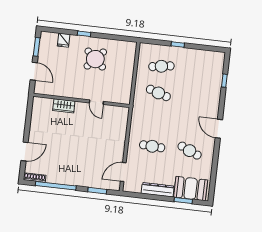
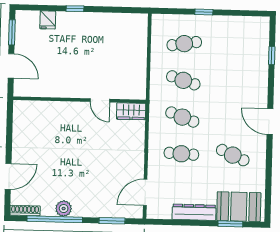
round table: (95, 59) -> (93, 42), removed
wardrobe: (64, 106) -> (131, 111), moved
cafe table: (155, 120) -> (182, 117), added
plant: (63, 179) -> (64, 209), added

